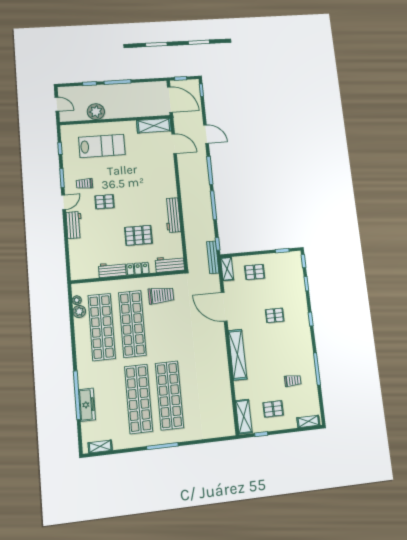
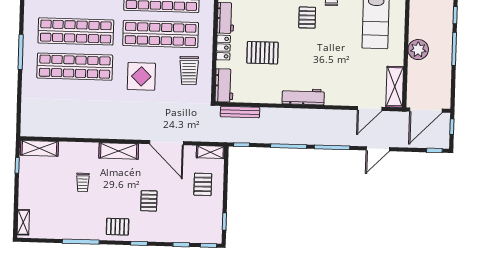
plant: (96, 112) -> (418, 50), moved
workbench: (173, 215) -> (303, 97), moved
pallet: (138, 235) -> (262, 53), turned 90
bench: (213, 257) -> (240, 112), moved
door: (224, 307) -> (167, 143), swing flipped
display table: (171, 336) -> (141, 76), added
shelving: (238, 355) -> (119, 151), width x0.68
trolley: (293, 381) -> (83, 182), moved
pallet: (273, 409) -> (118, 227), moved, turned 90

